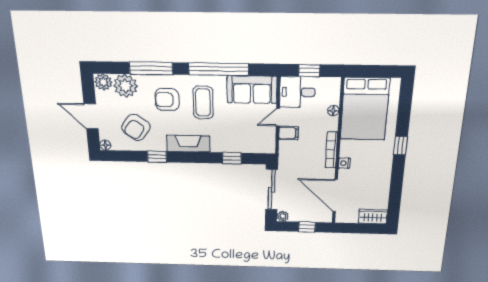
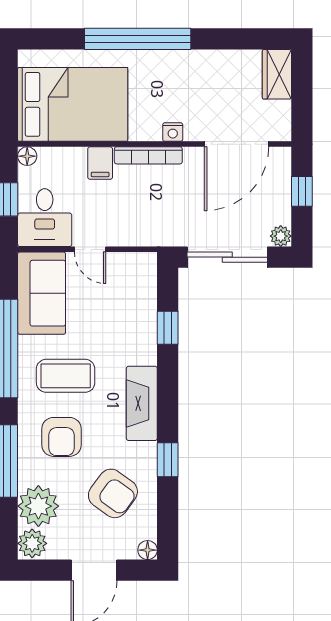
floor lamp: (333, 111) -> (27, 156), moved
filing cabinet: (288, 133) -> (100, 163), moved, turned 180
window: (400, 146) -> (138, 39), width x3.17

